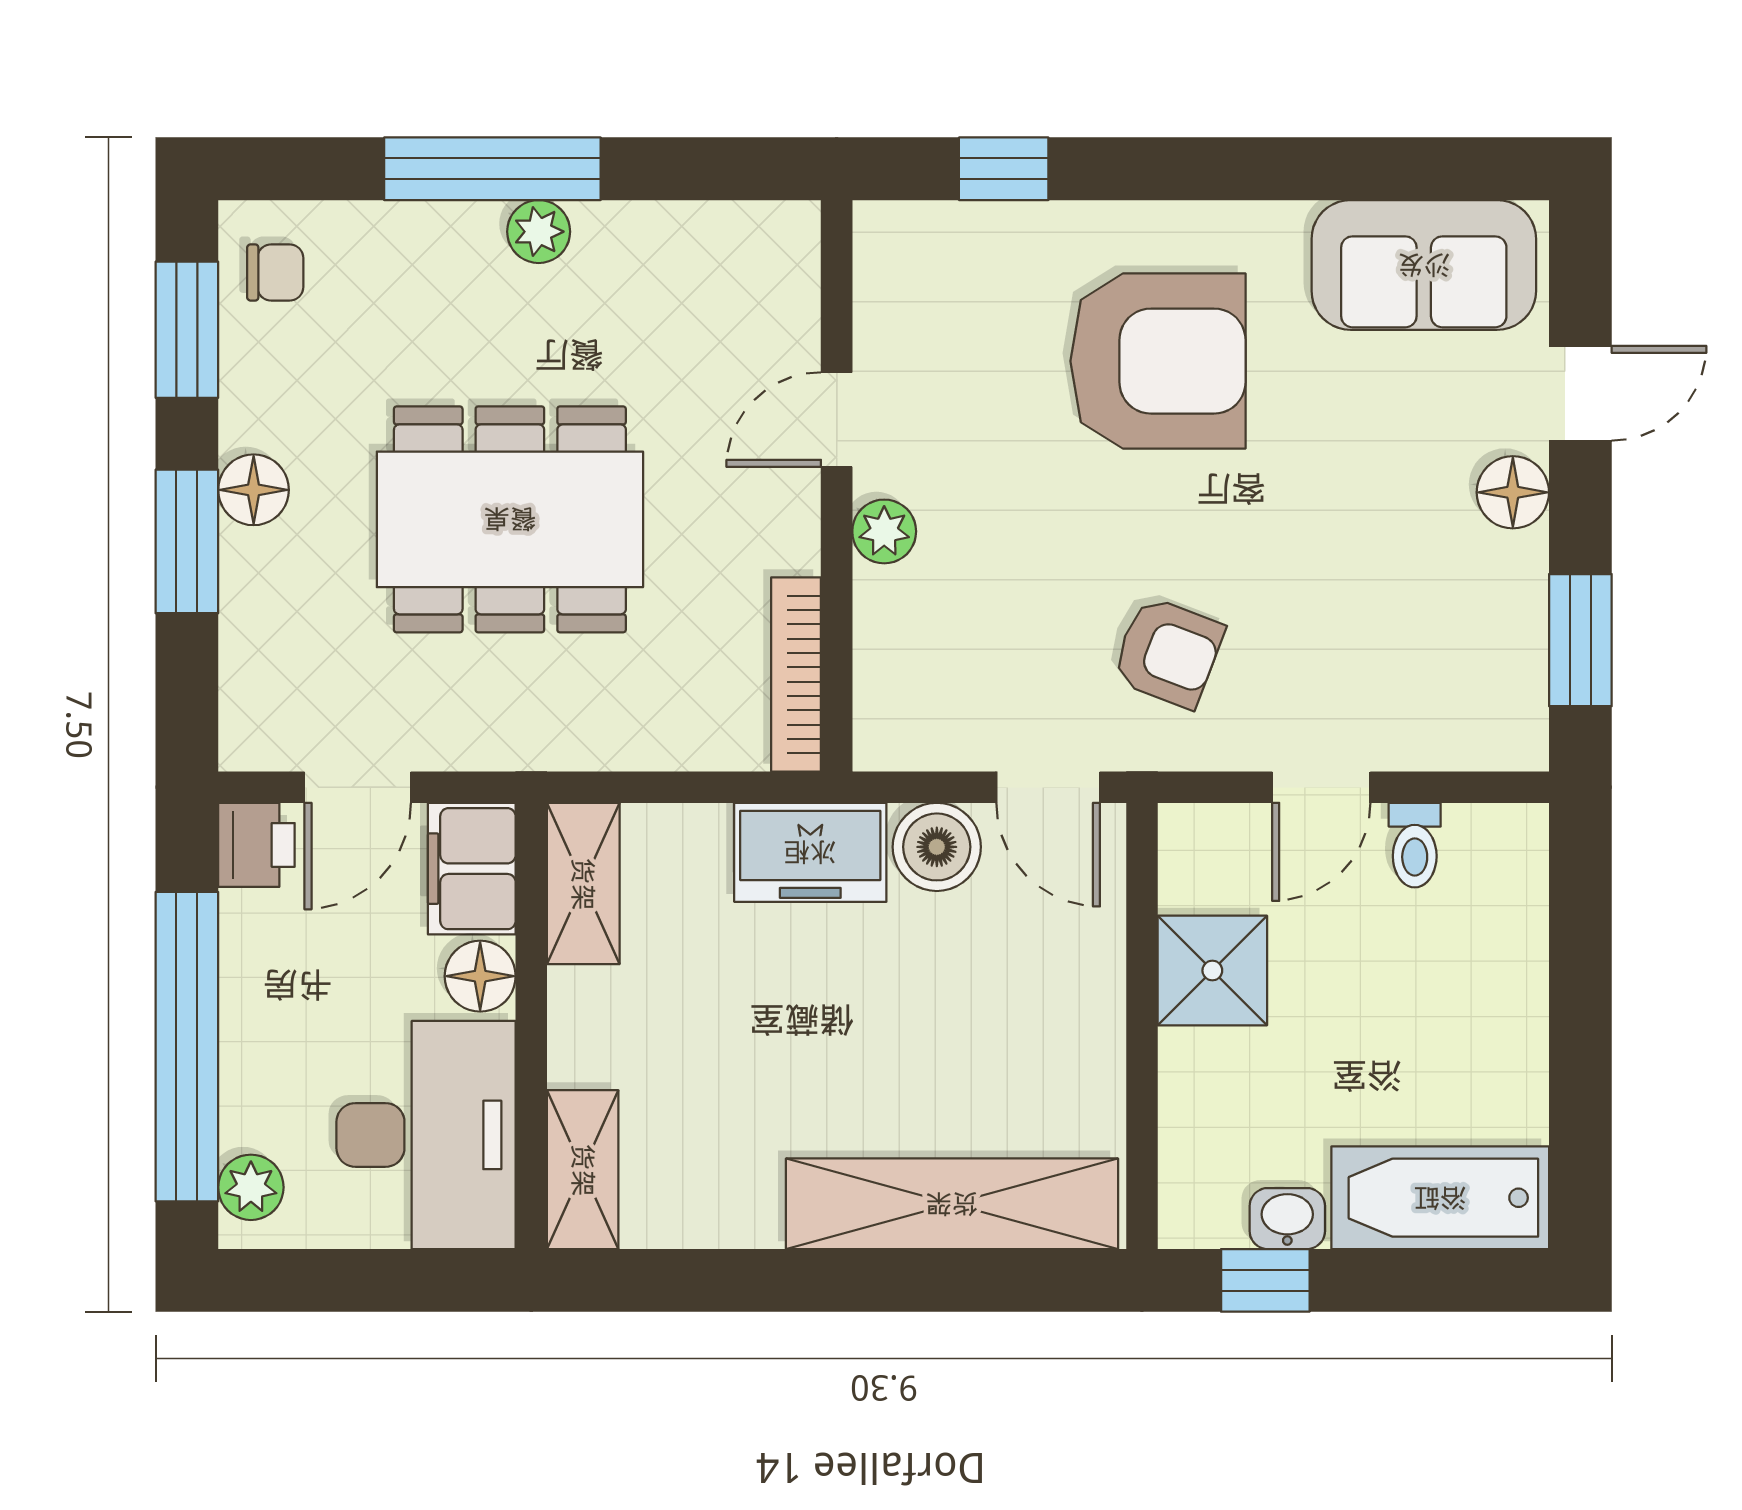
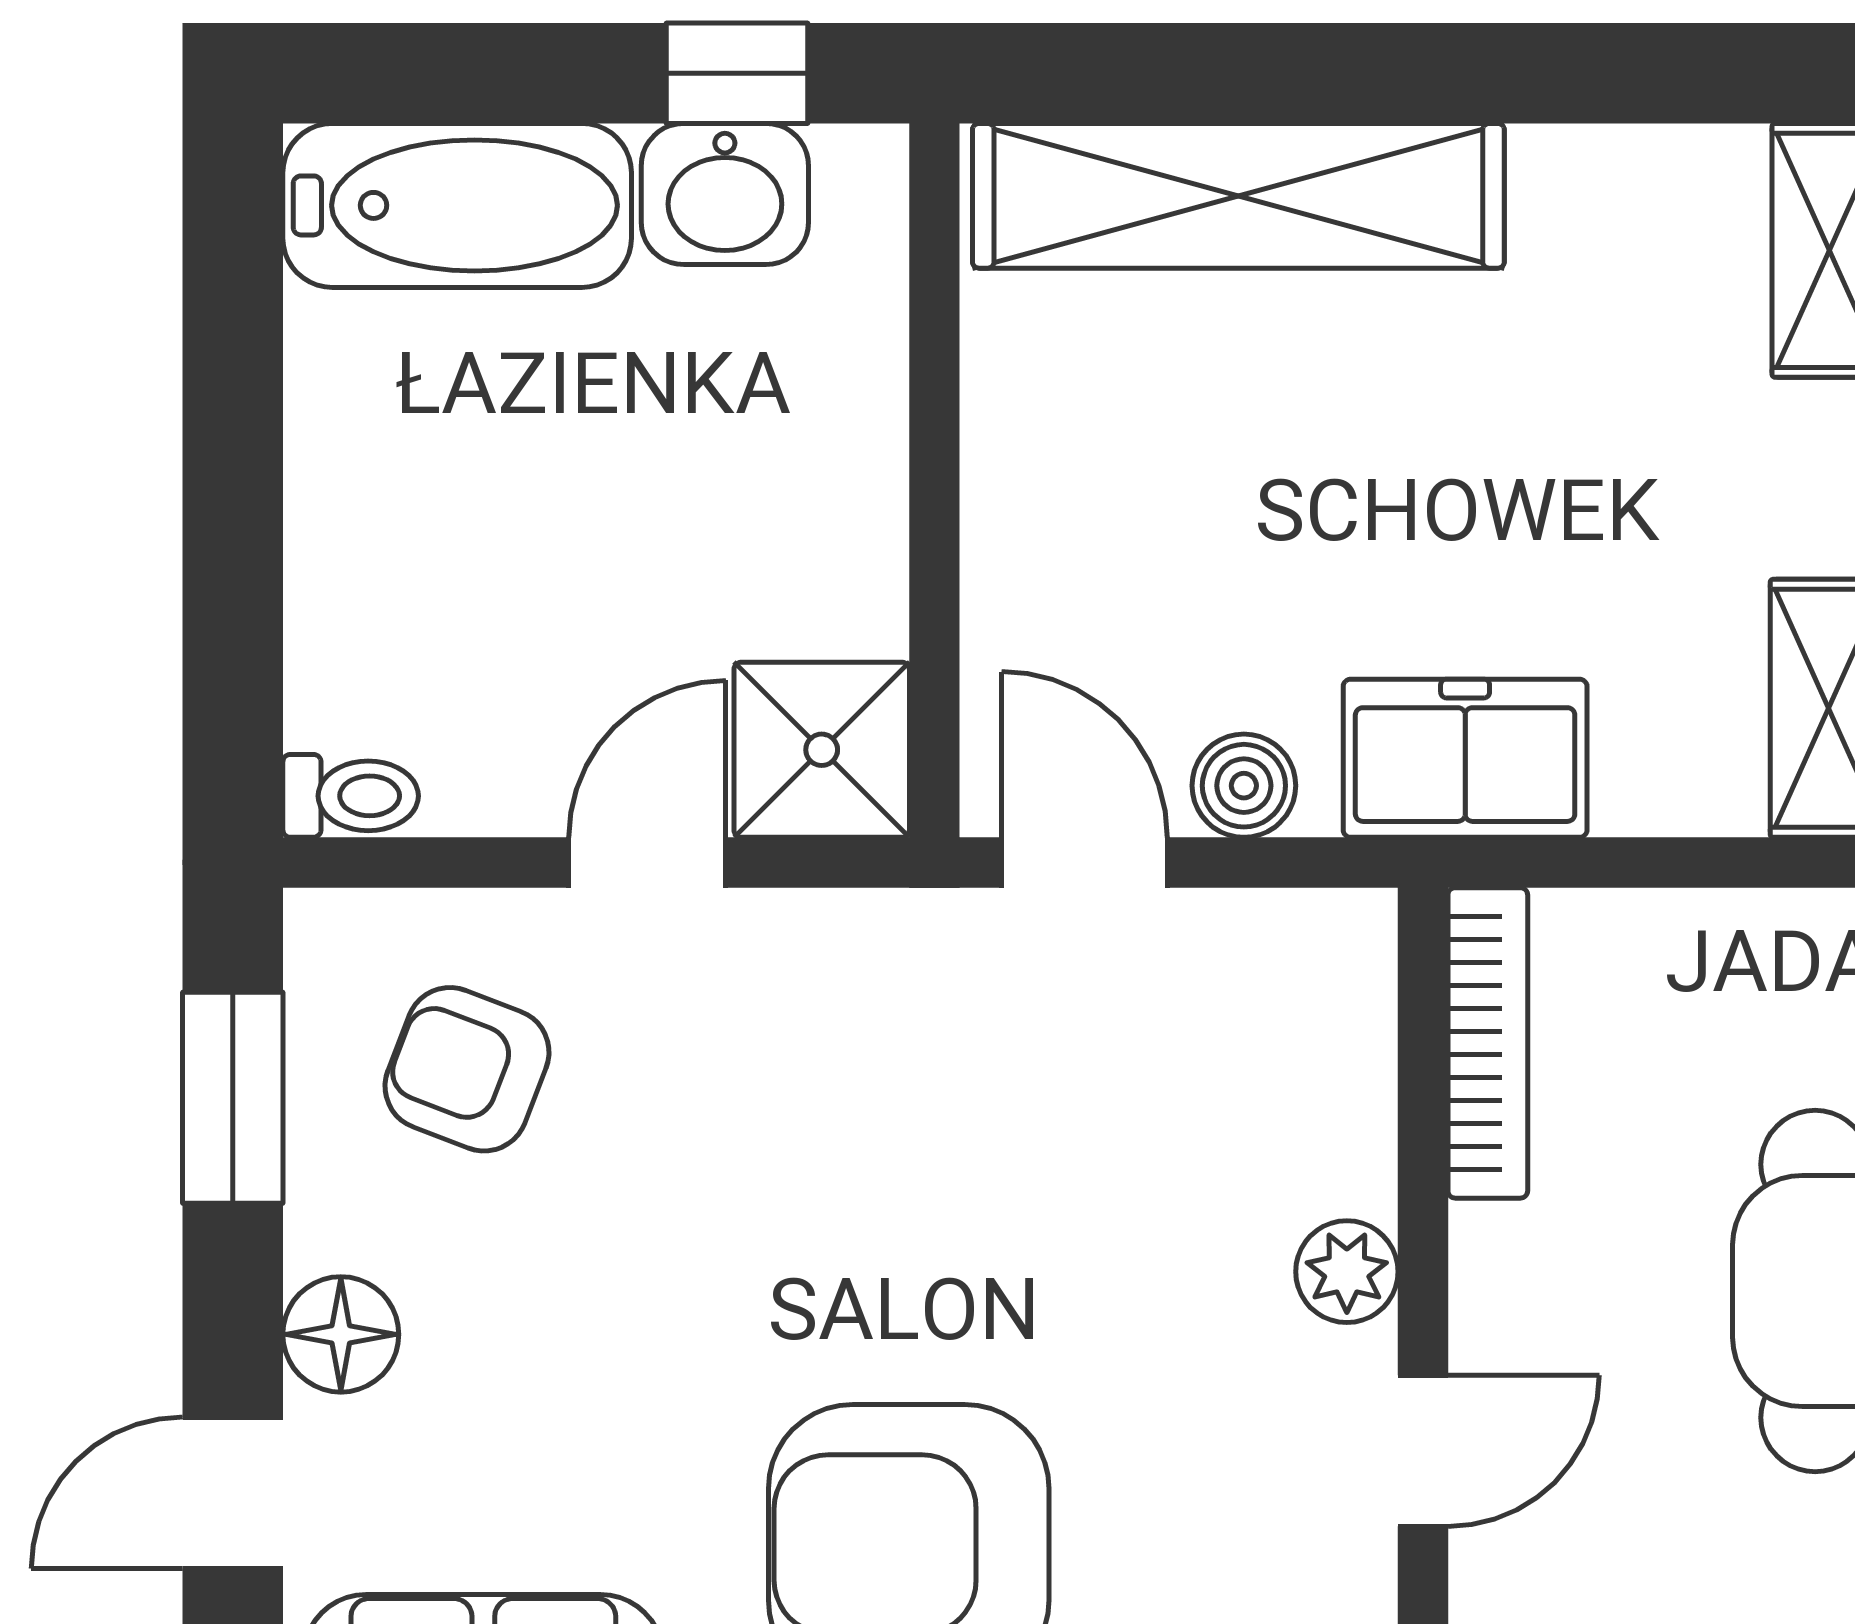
armchair: (1168, 652) -> (467, 1069), moved
toilet: (1415, 845) -> (351, 796), moved, turned 90
boiler: (937, 847) -> (1244, 786), width x0.73, depth x0.73
shower: (1212, 971) -> (822, 750), moved
washbasin: (1287, 1219) -> (725, 194), width x1.38, depth x1.45

